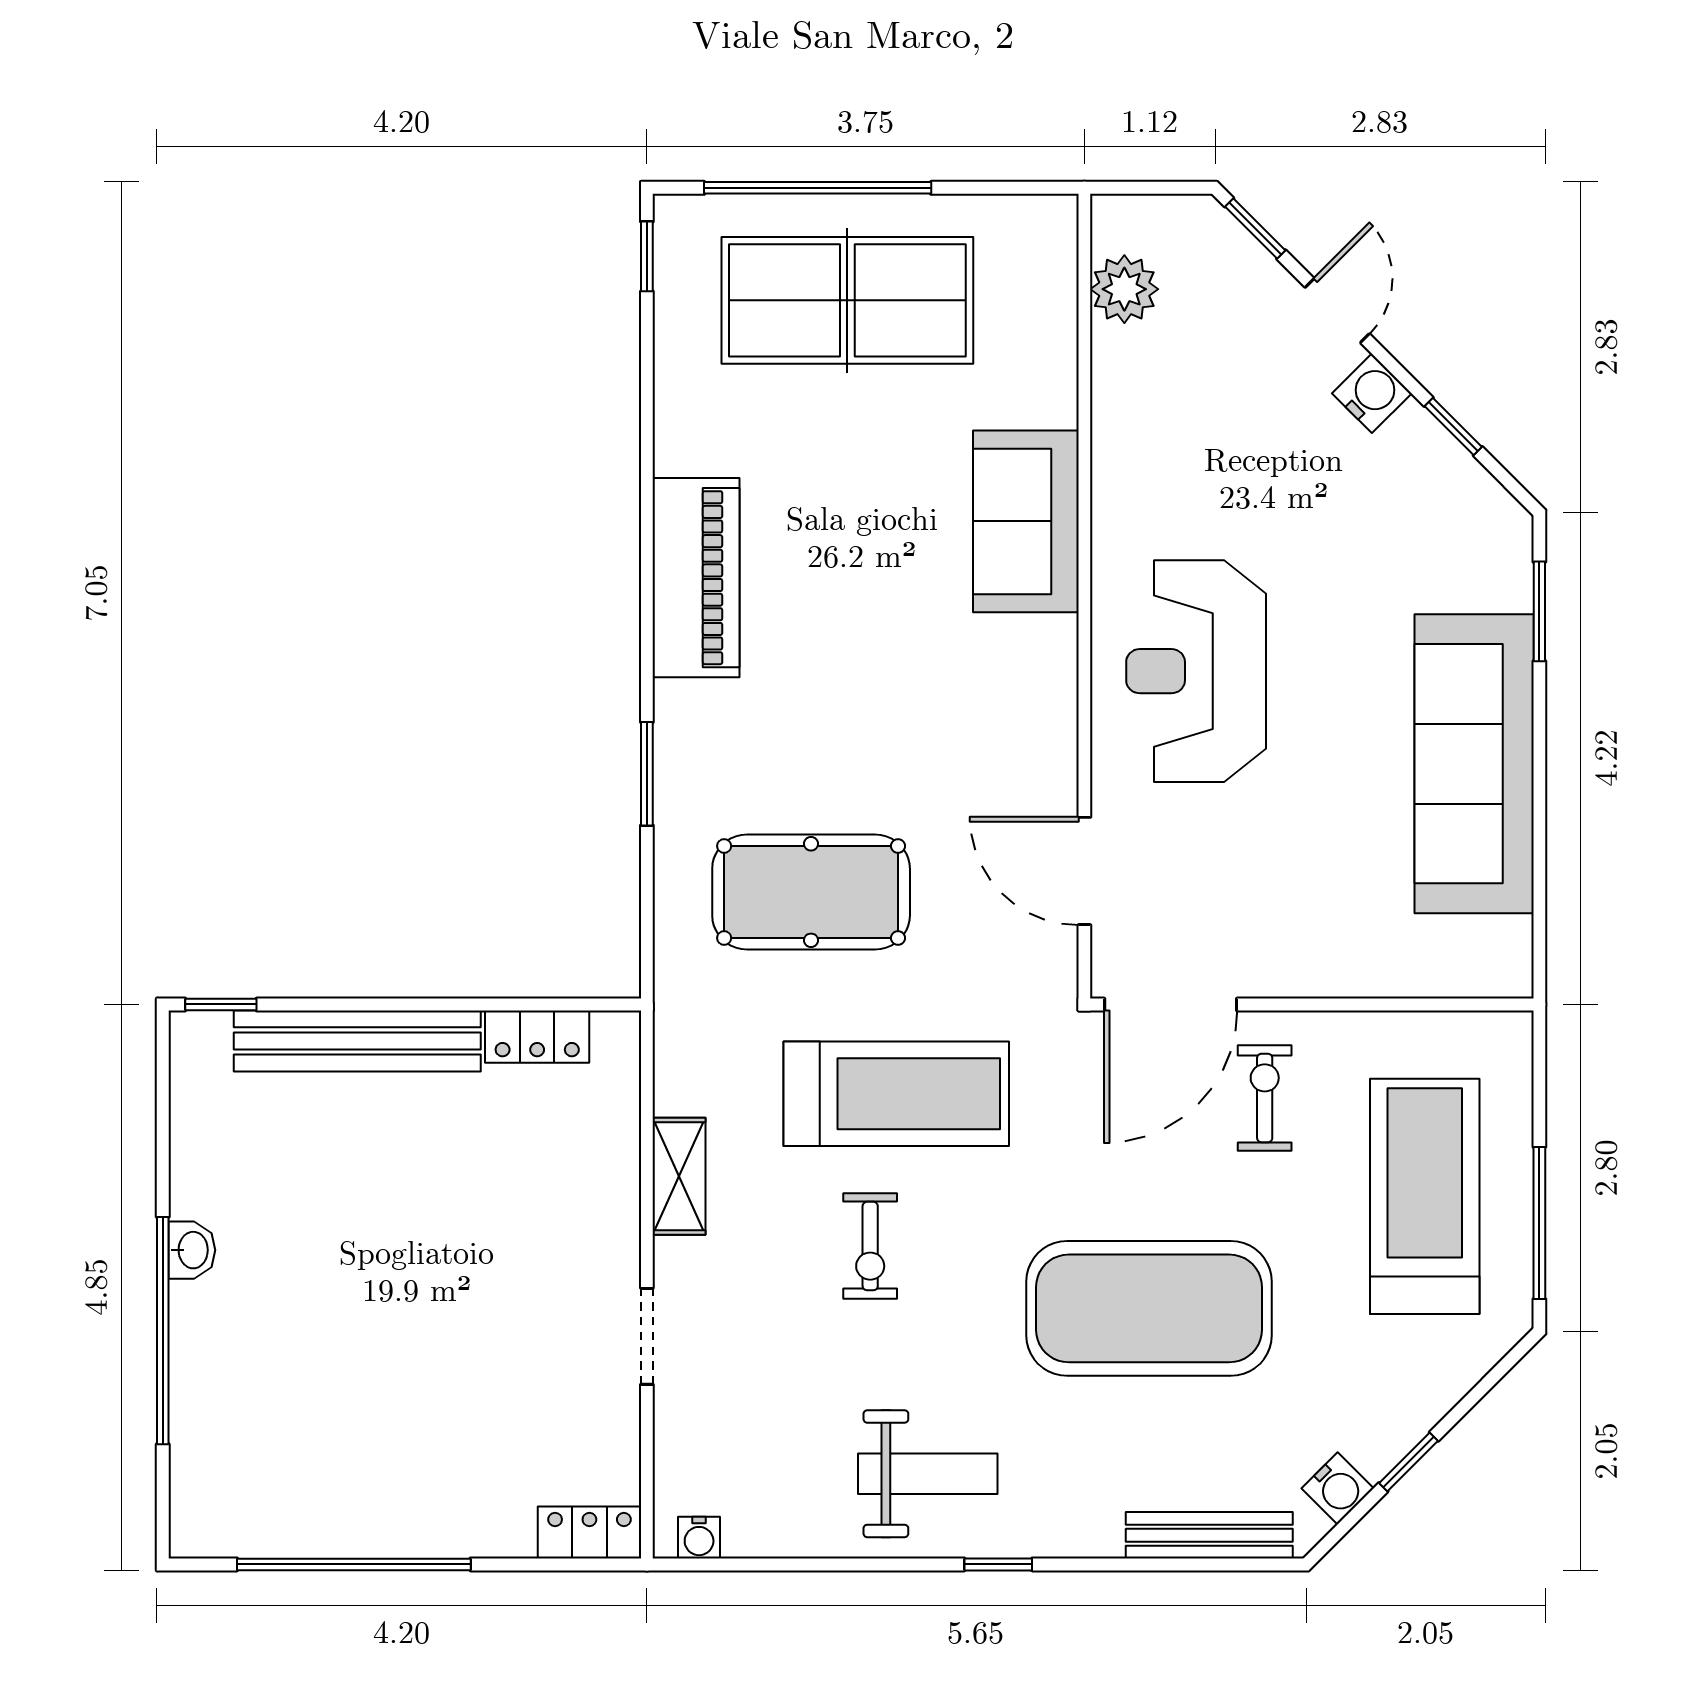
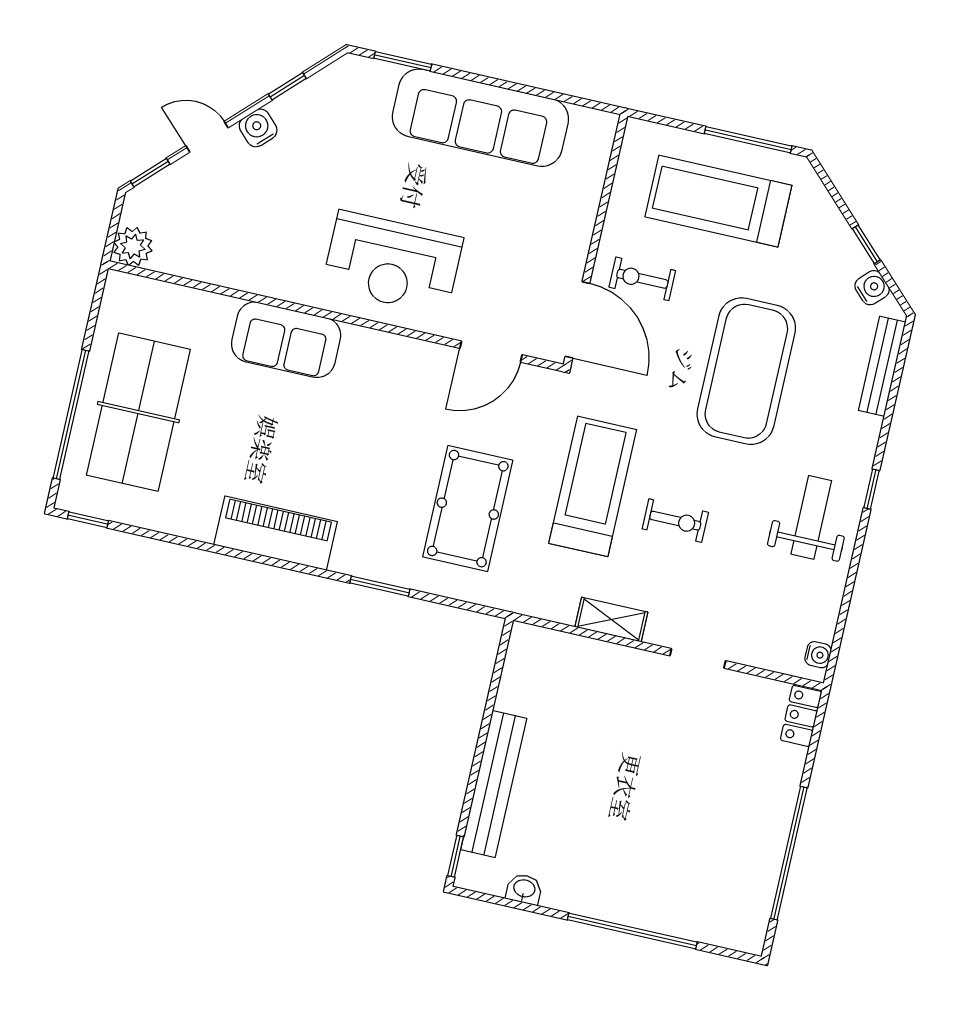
plant: (1124, 289) -> (133, 246), moved
locker: (537, 1037) -> (514, 682), removed
washbasin: (192, 1250) -> (524, 889), moved

